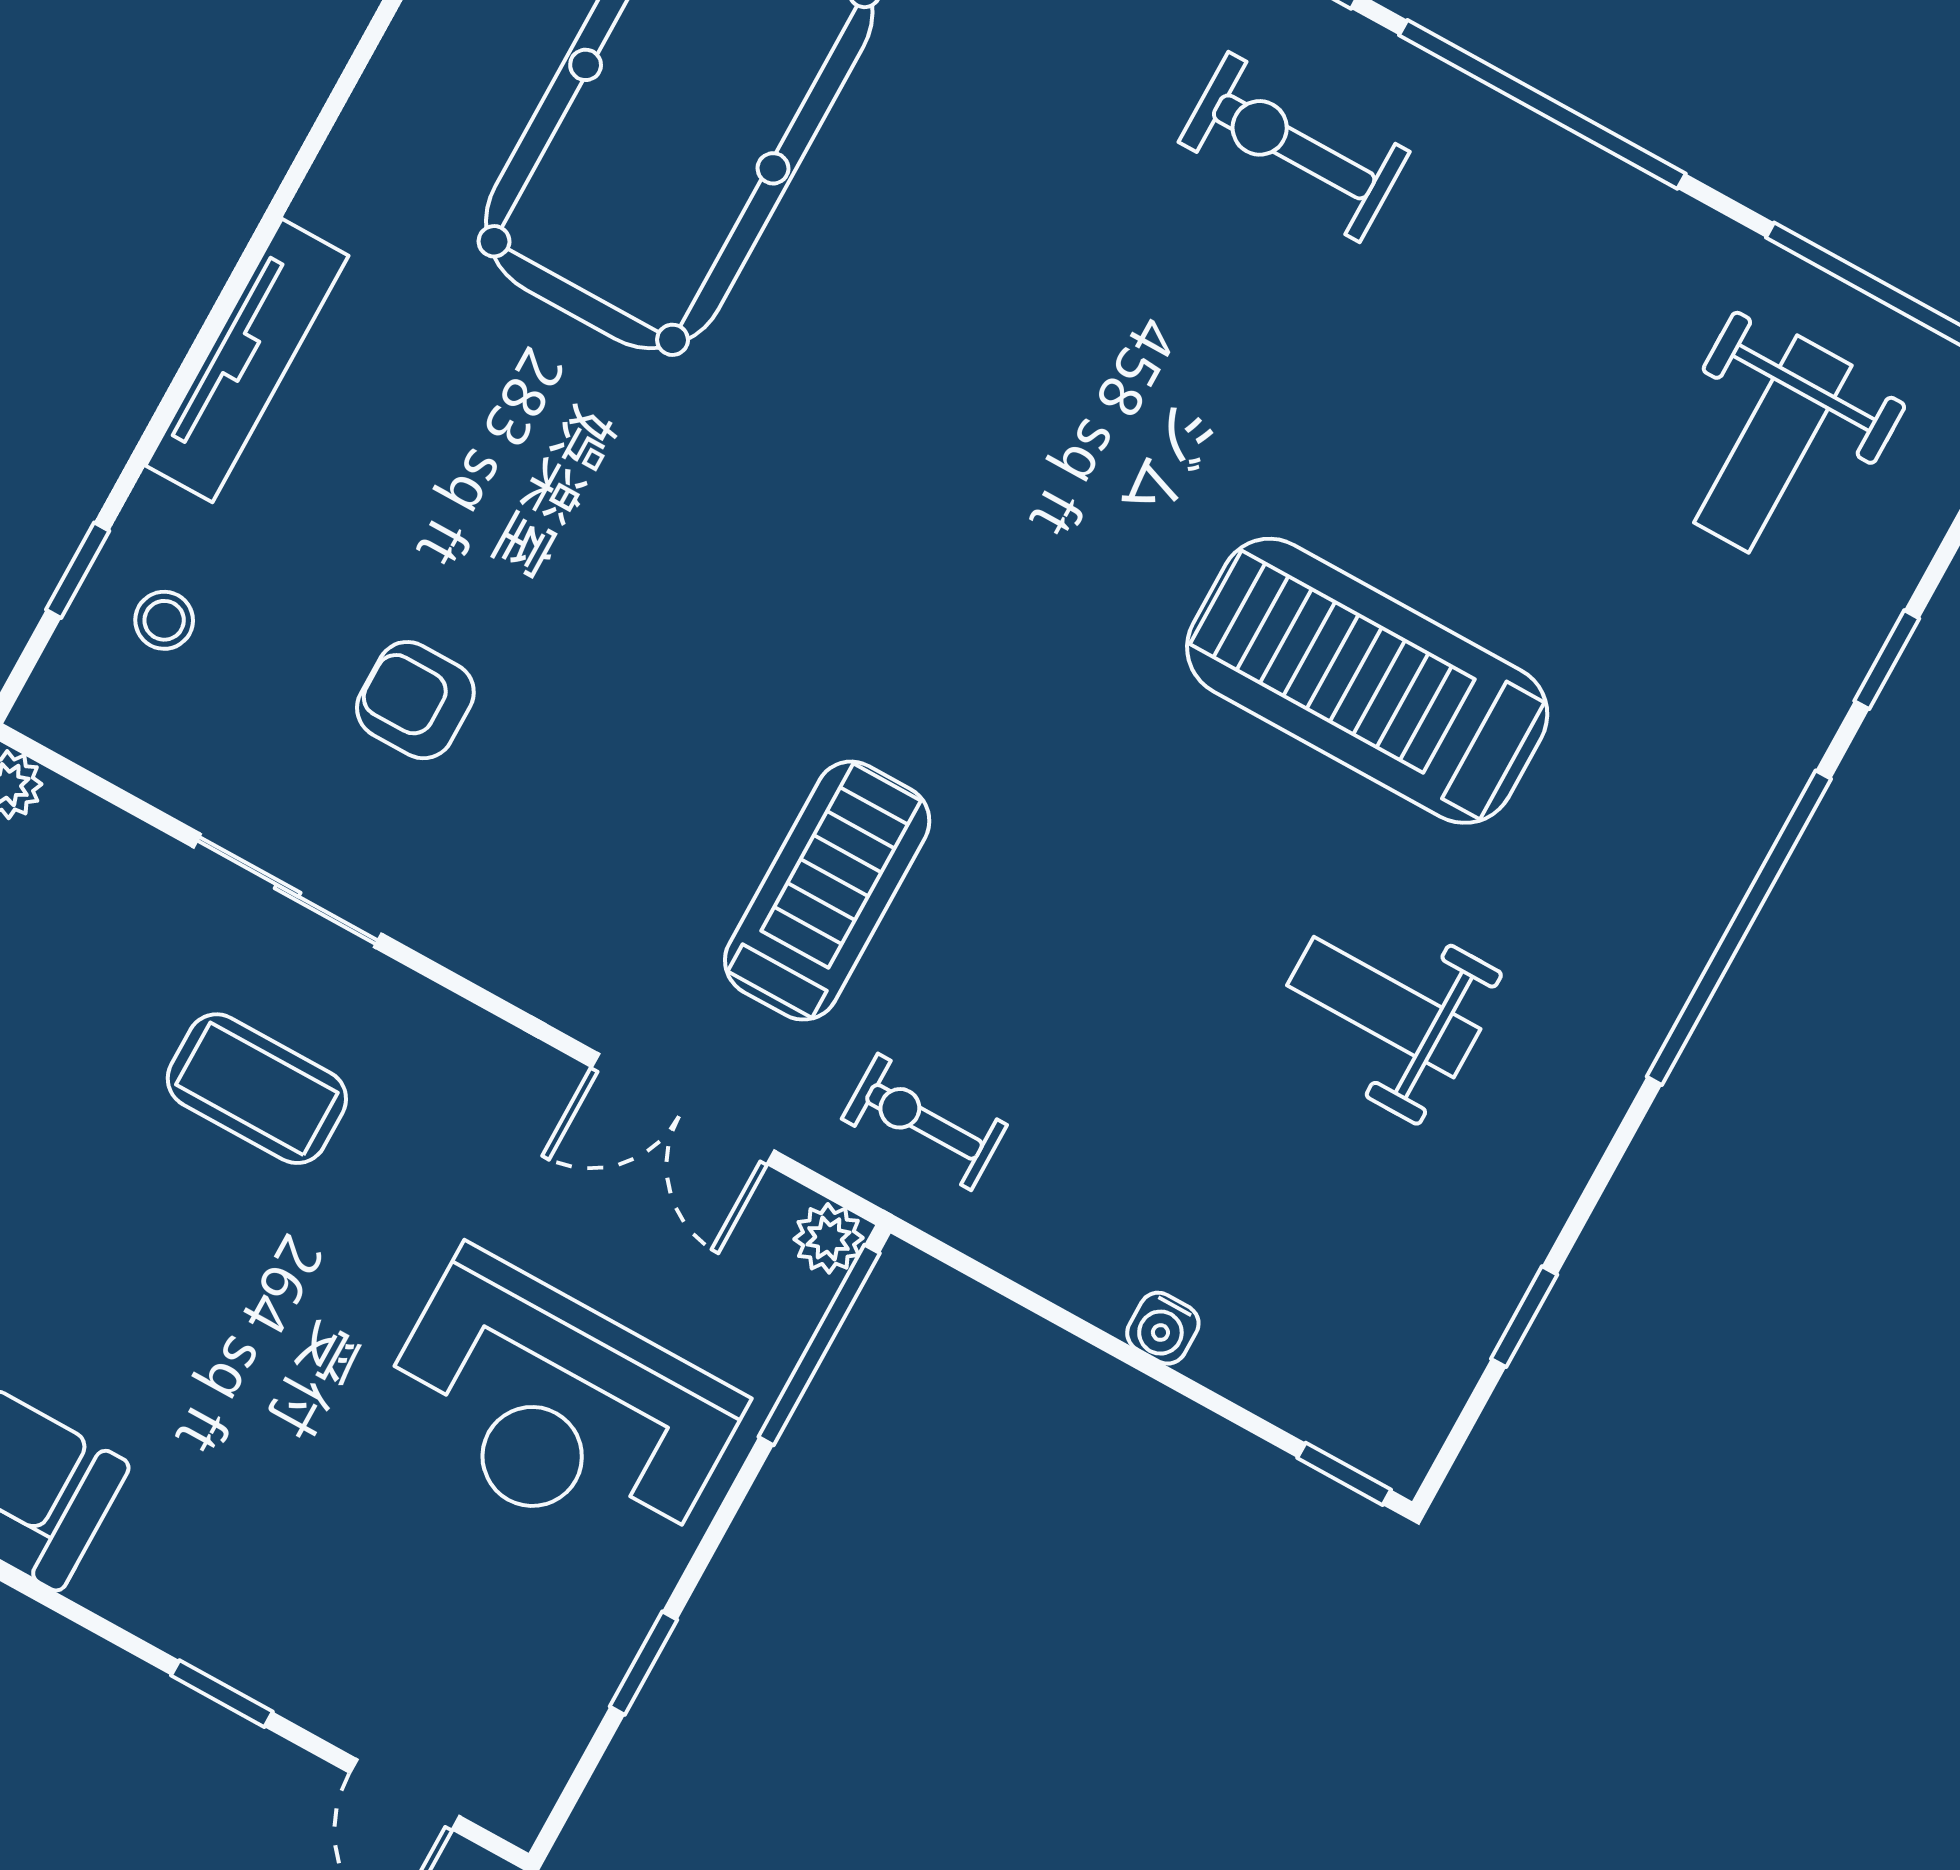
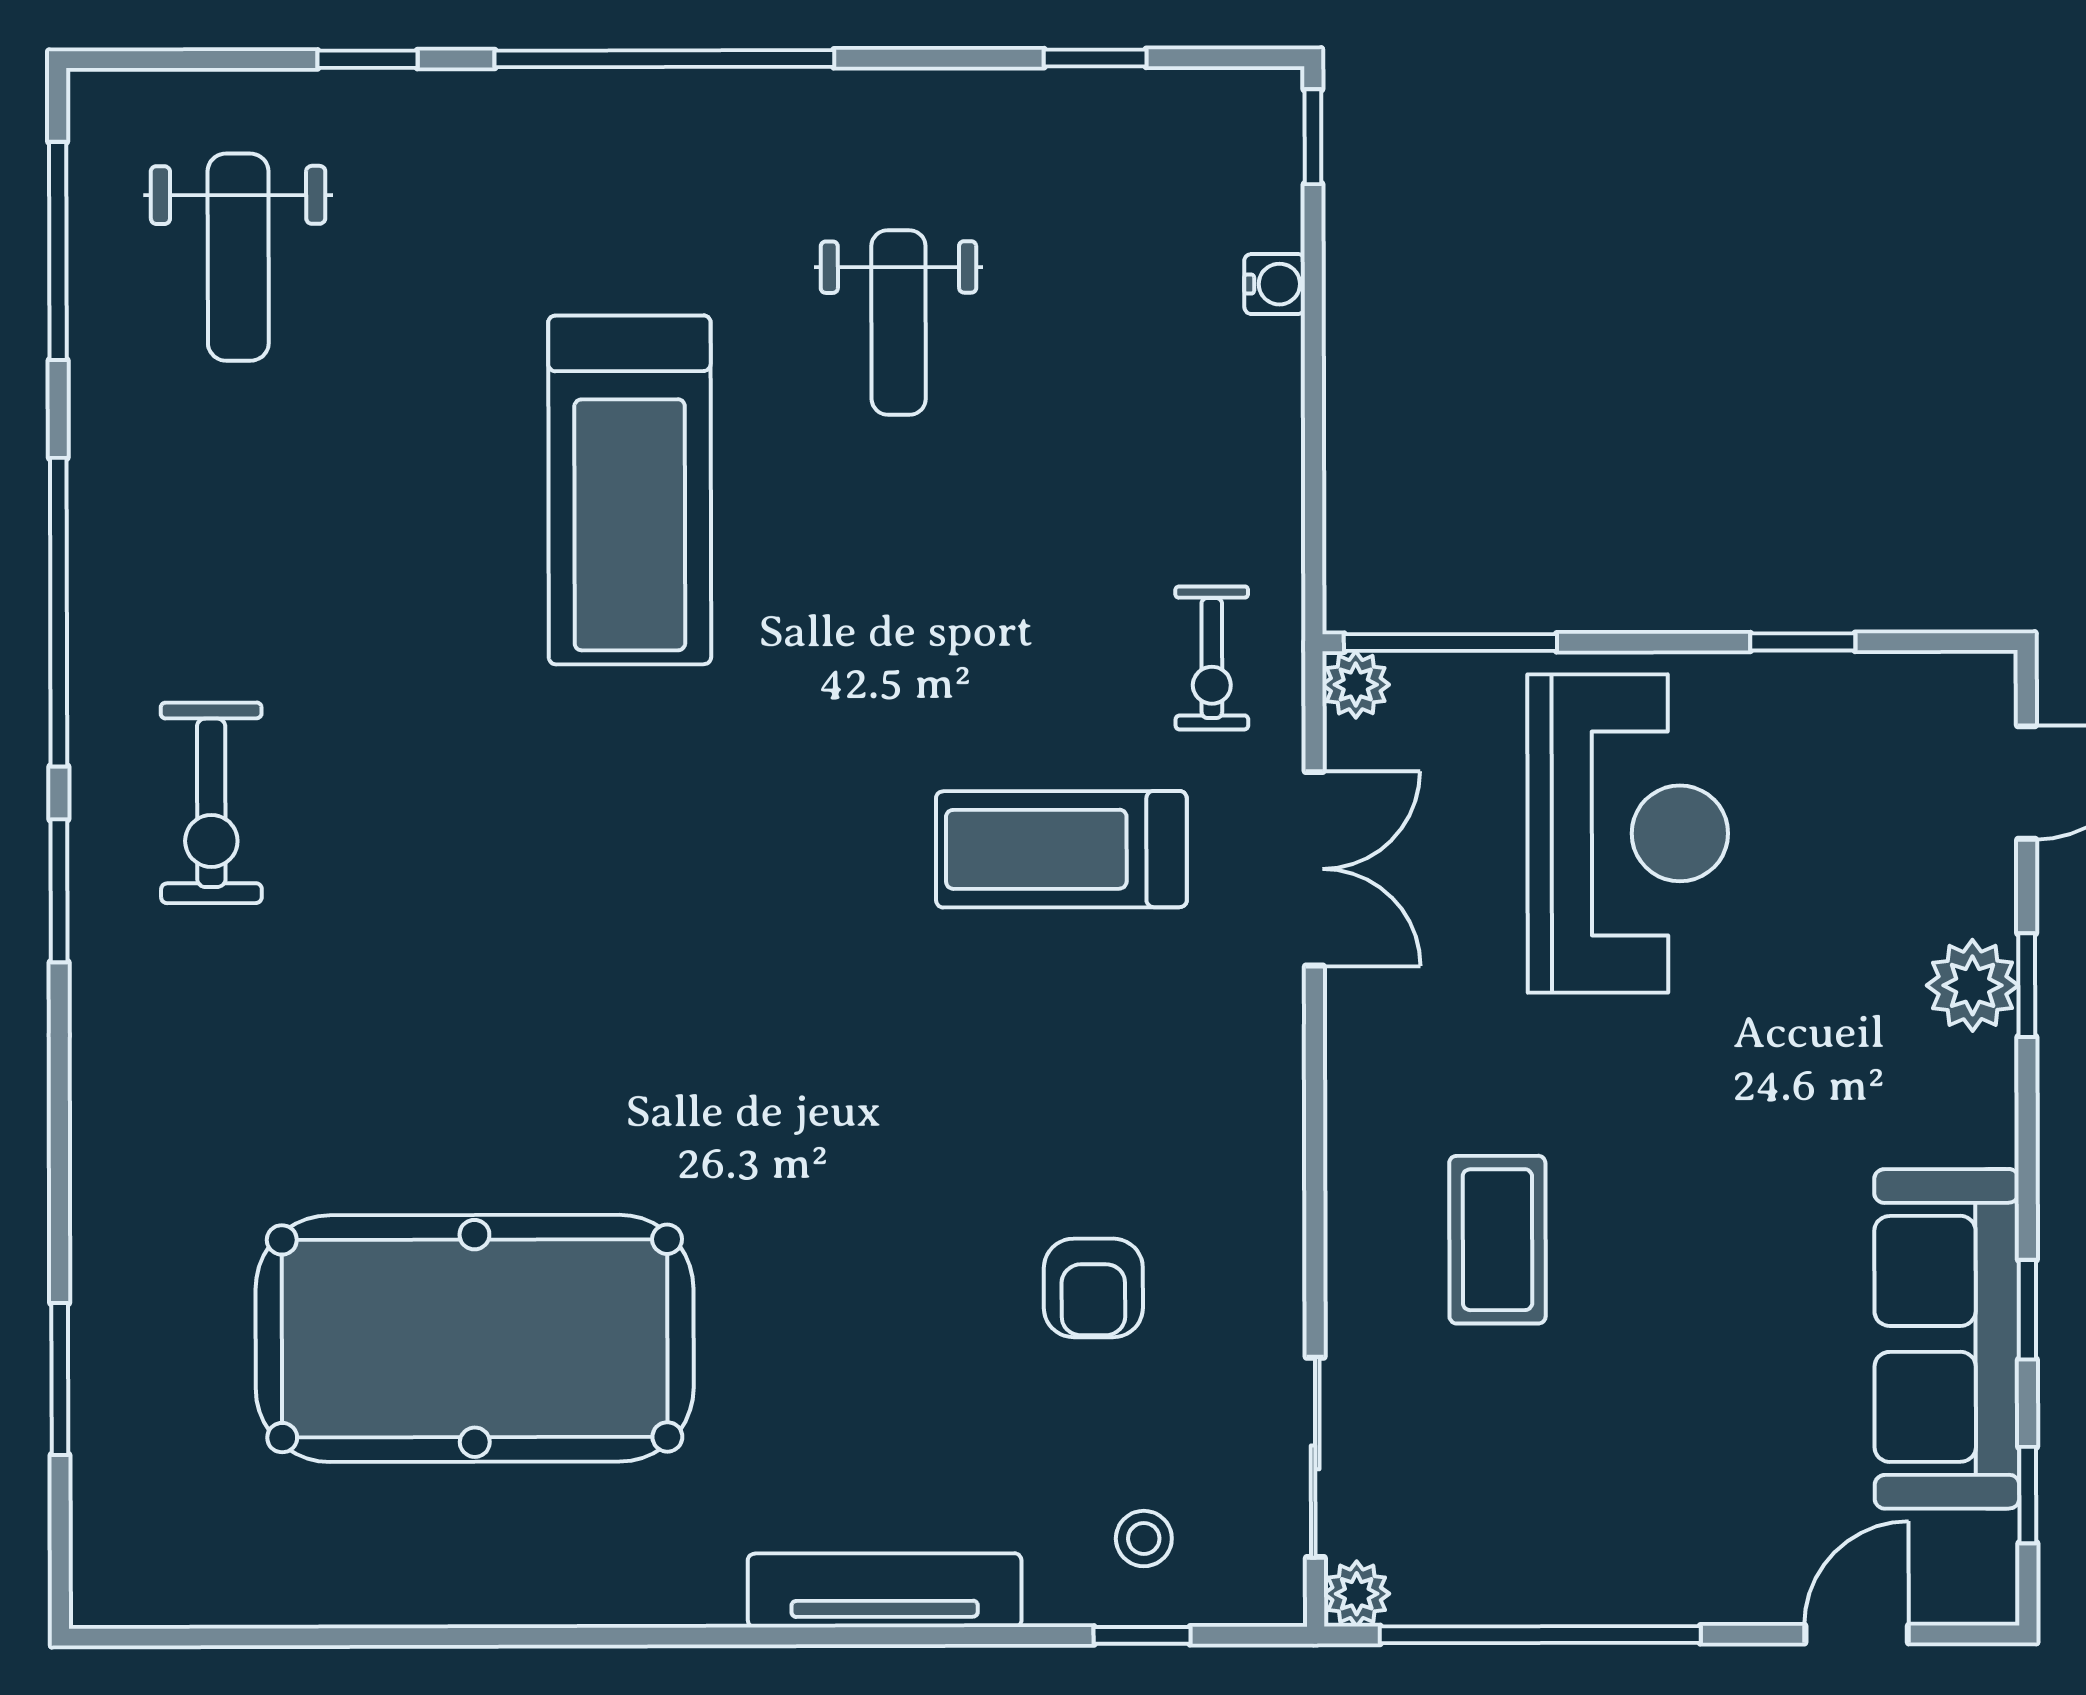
weight bench: (1773, 444) -> (238, 257), turned 90
sliding door: (288, 890) -> (1315, 1457), moved
water cooler: (1163, 1328) -> (1275, 284), moved
plant: (249, 1644) -> (1973, 985), added

